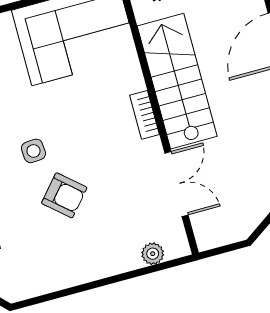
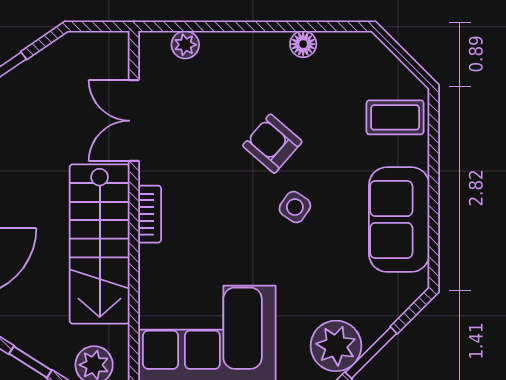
side table: (33, 151) -> (295, 207), turned 38
floor lamp: (61, 279) -> (303, 44), added

